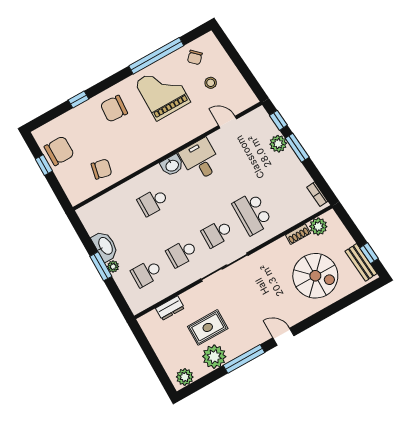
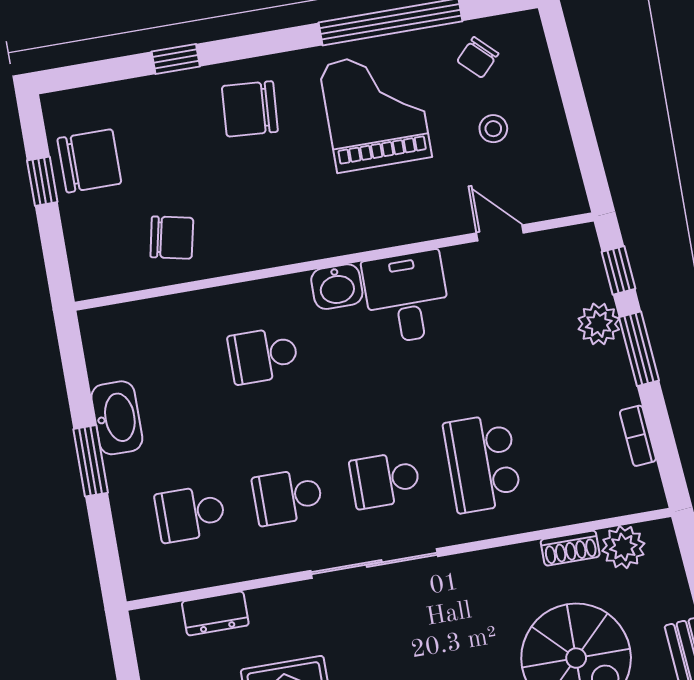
bookcase: (317, 194) -> (638, 436), moved
plant: (113, 267) -> (119, 471), removed

